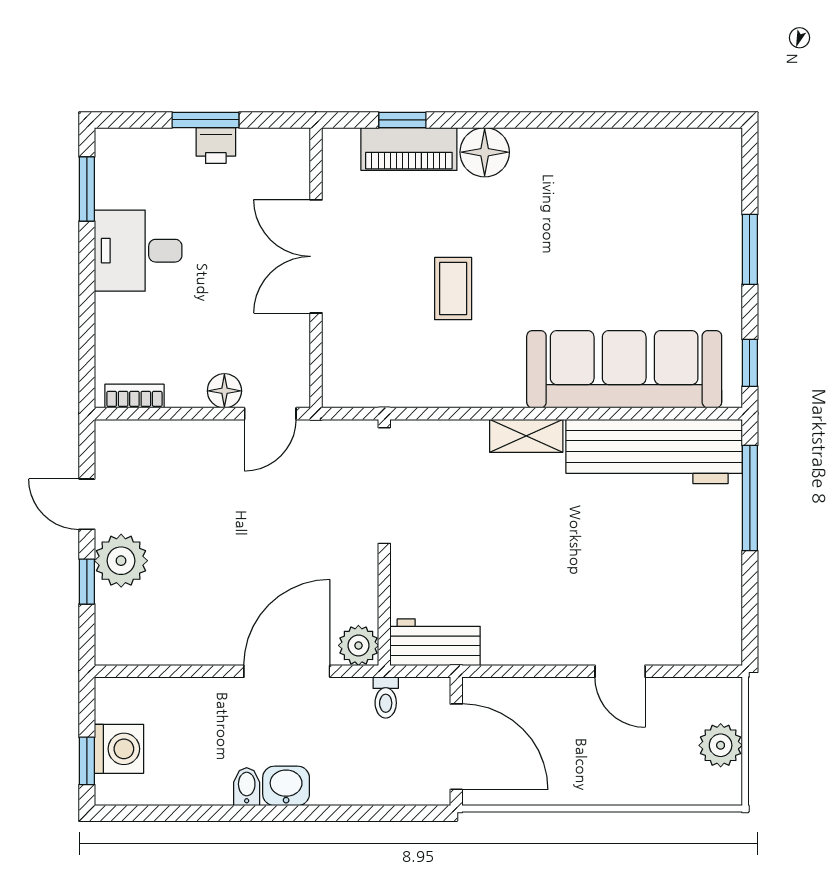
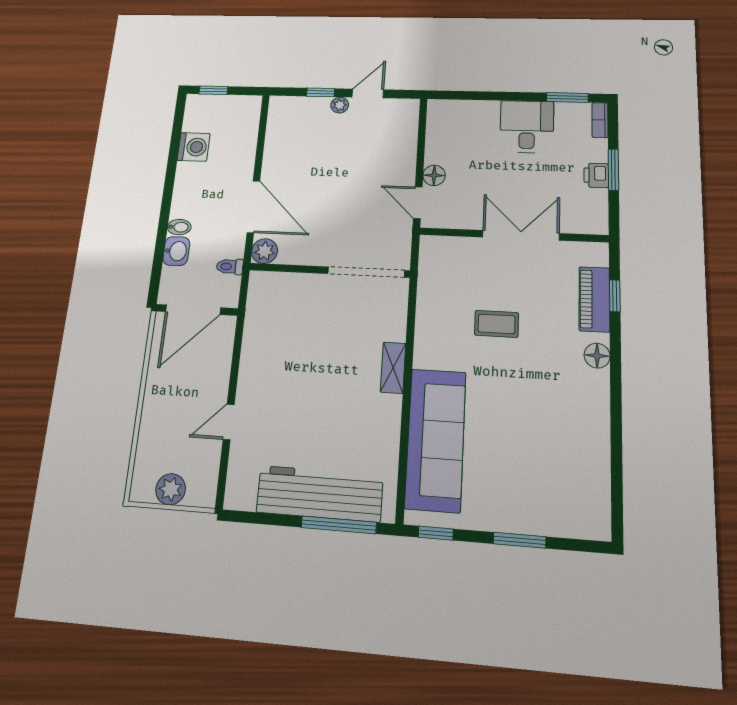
floor lamp: (485, 152) -> (597, 356), width x0.73, depth x0.73
bookcase: (134, 396) -> (600, 120), moved, turned 180
workbench: (654, 451) -> (320, 494), moved, turned 90
plant: (121, 561) -> (340, 105), width x0.53, depth x0.53
workbench: (435, 642) -> (261, 300), removed
washing machine: (119, 749) -> (194, 147), moved, turned -90
washbasin: (286, 786) -> (176, 251), moved
bidet: (247, 787) -> (179, 227), moved

